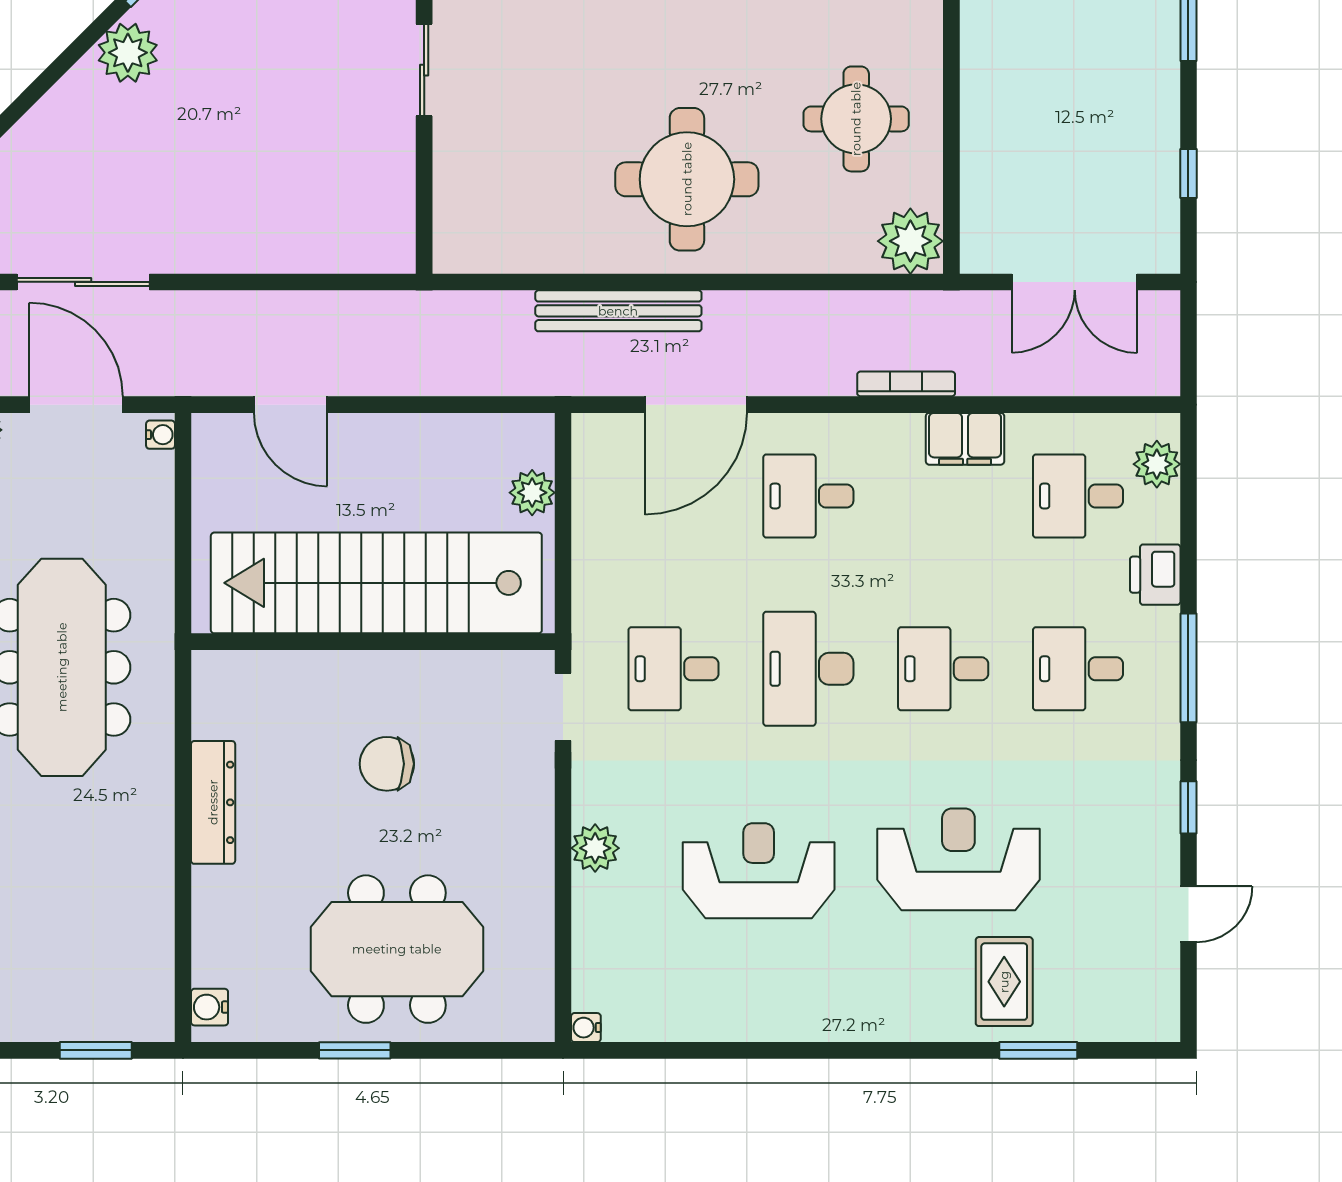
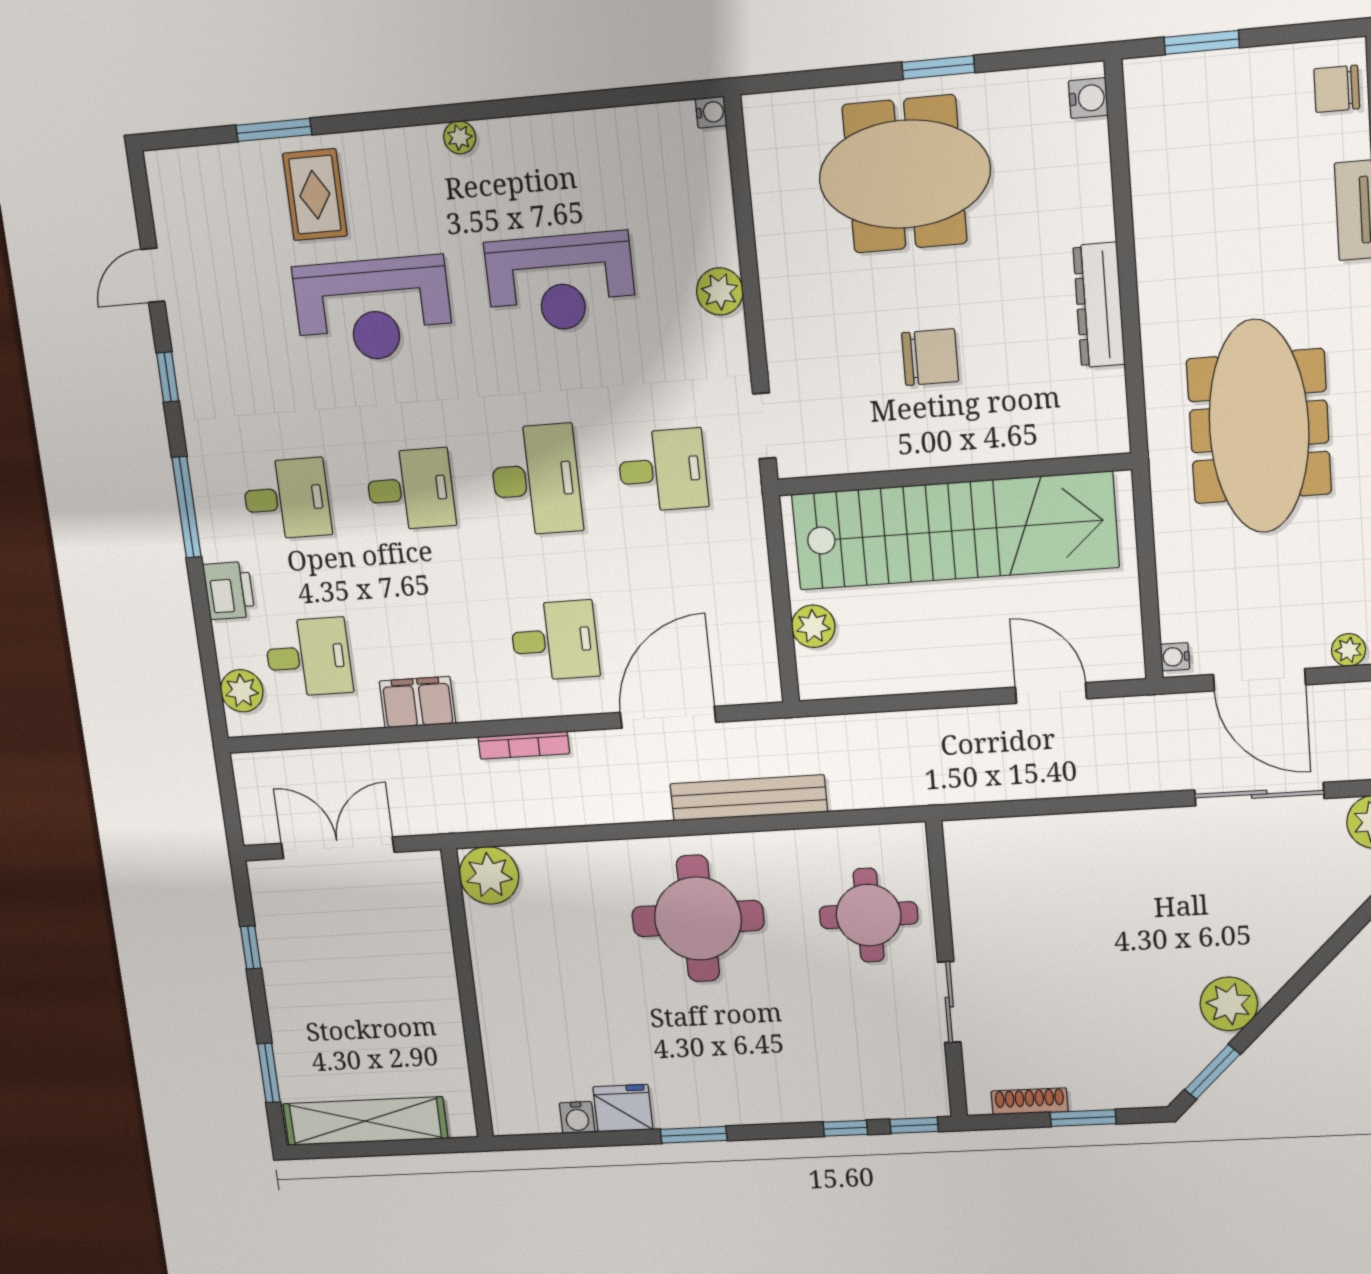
round table: (856, 119) -> (869, 915), moved
bookcase: (906, 384) -> (524, 745), moved
plant: (846, 1026) -> (460, 137), added

